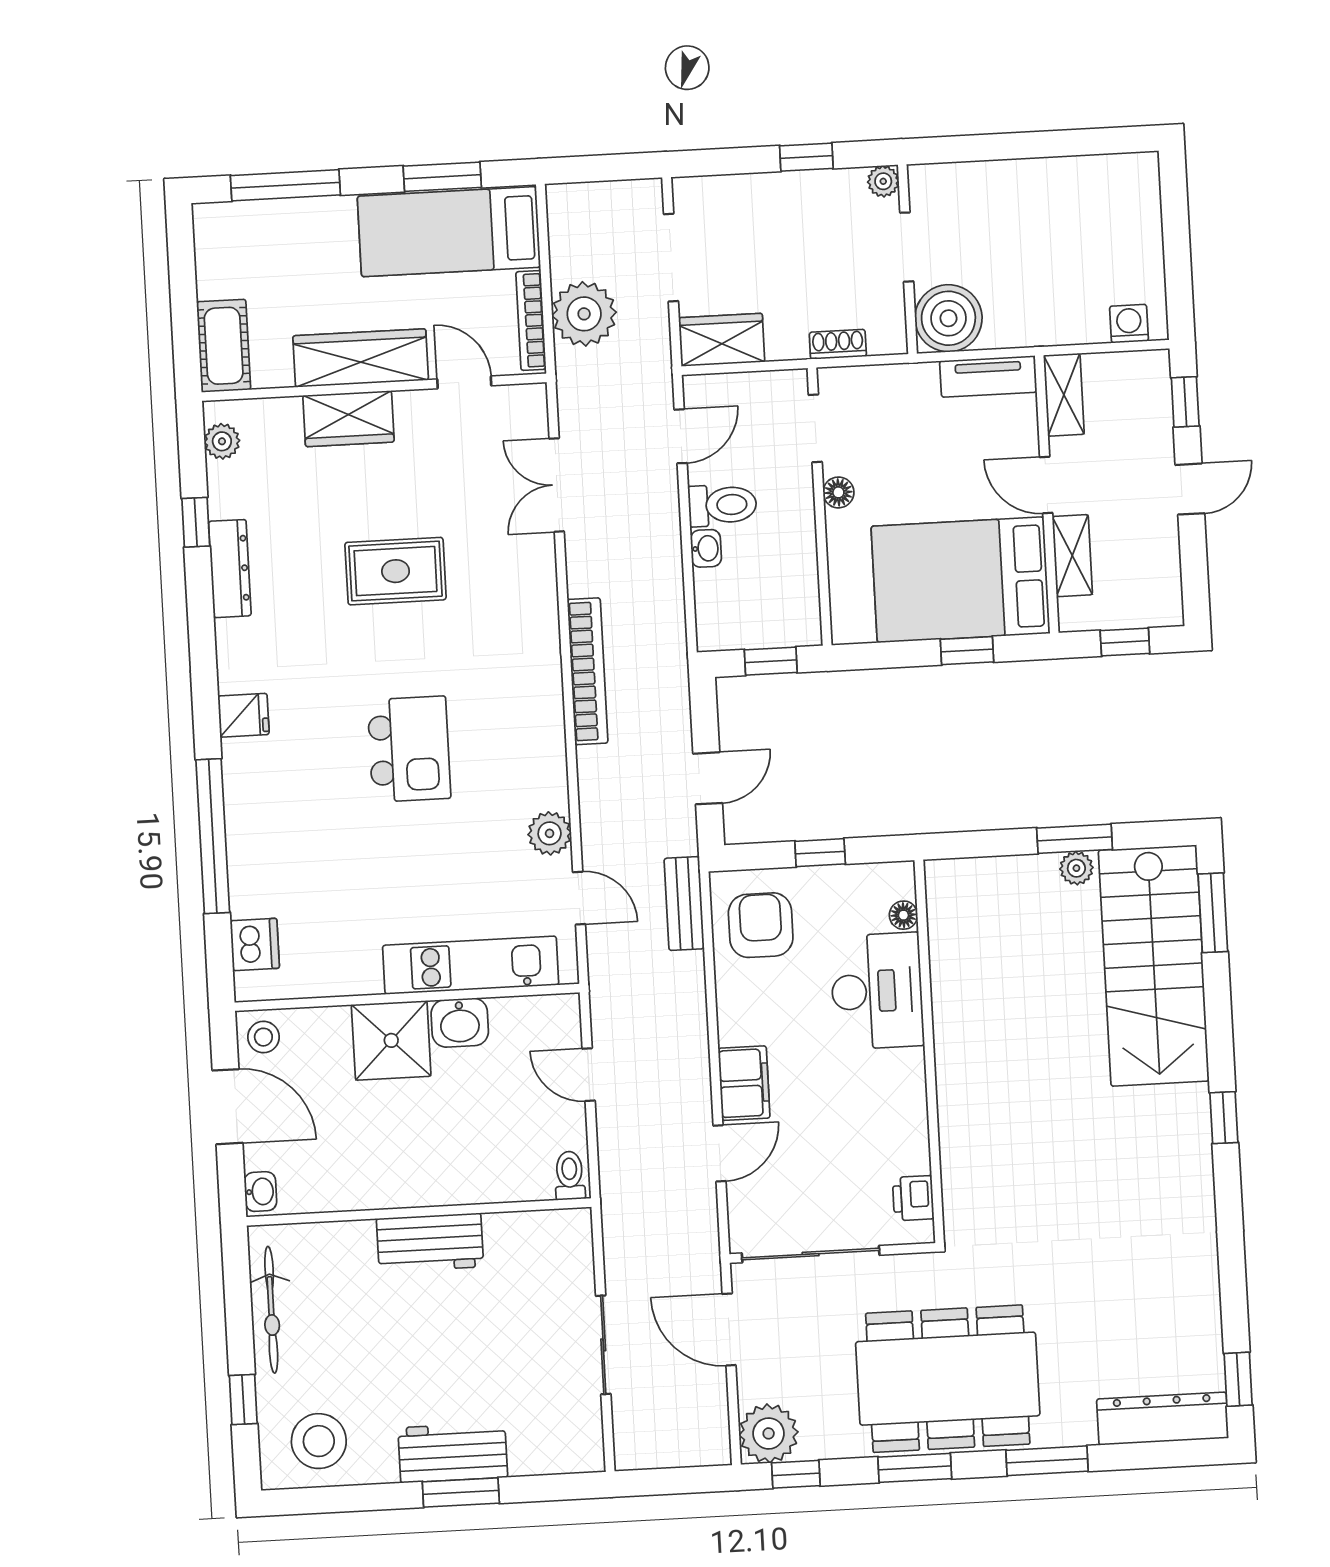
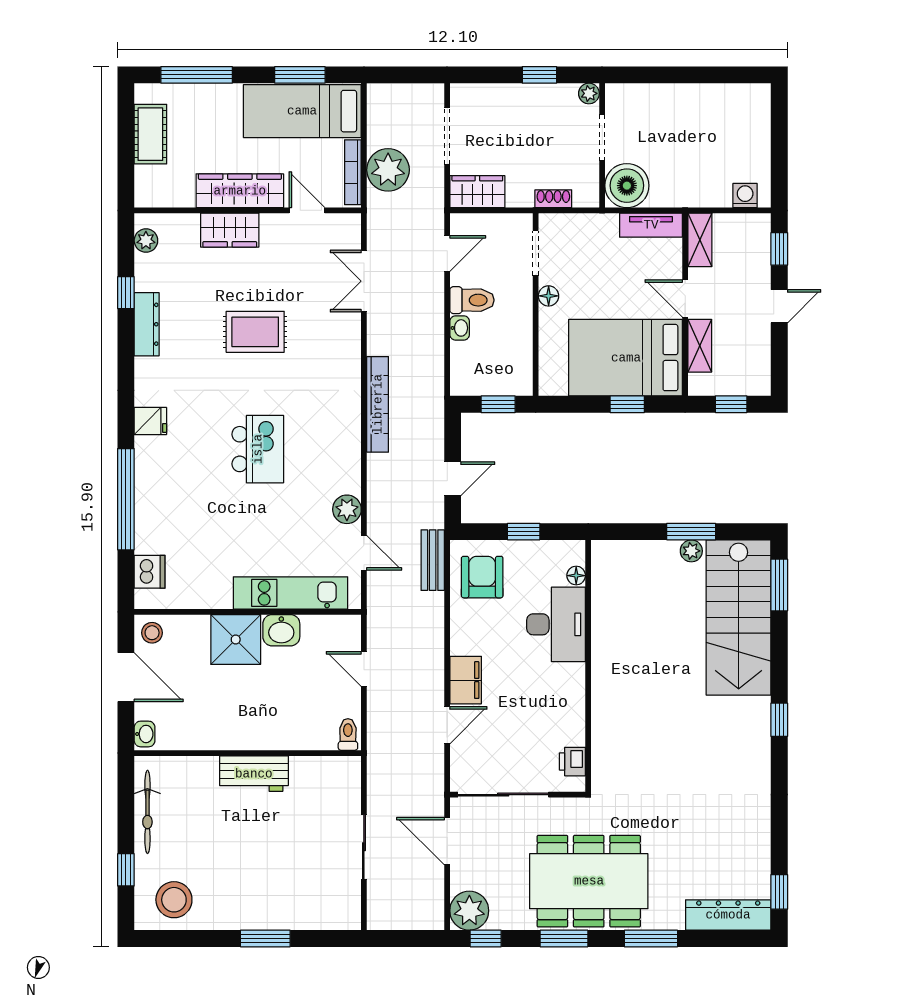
cot: (224, 346) -> (150, 134), moved
workbench: (453, 1453) -> (261, 912), removed

